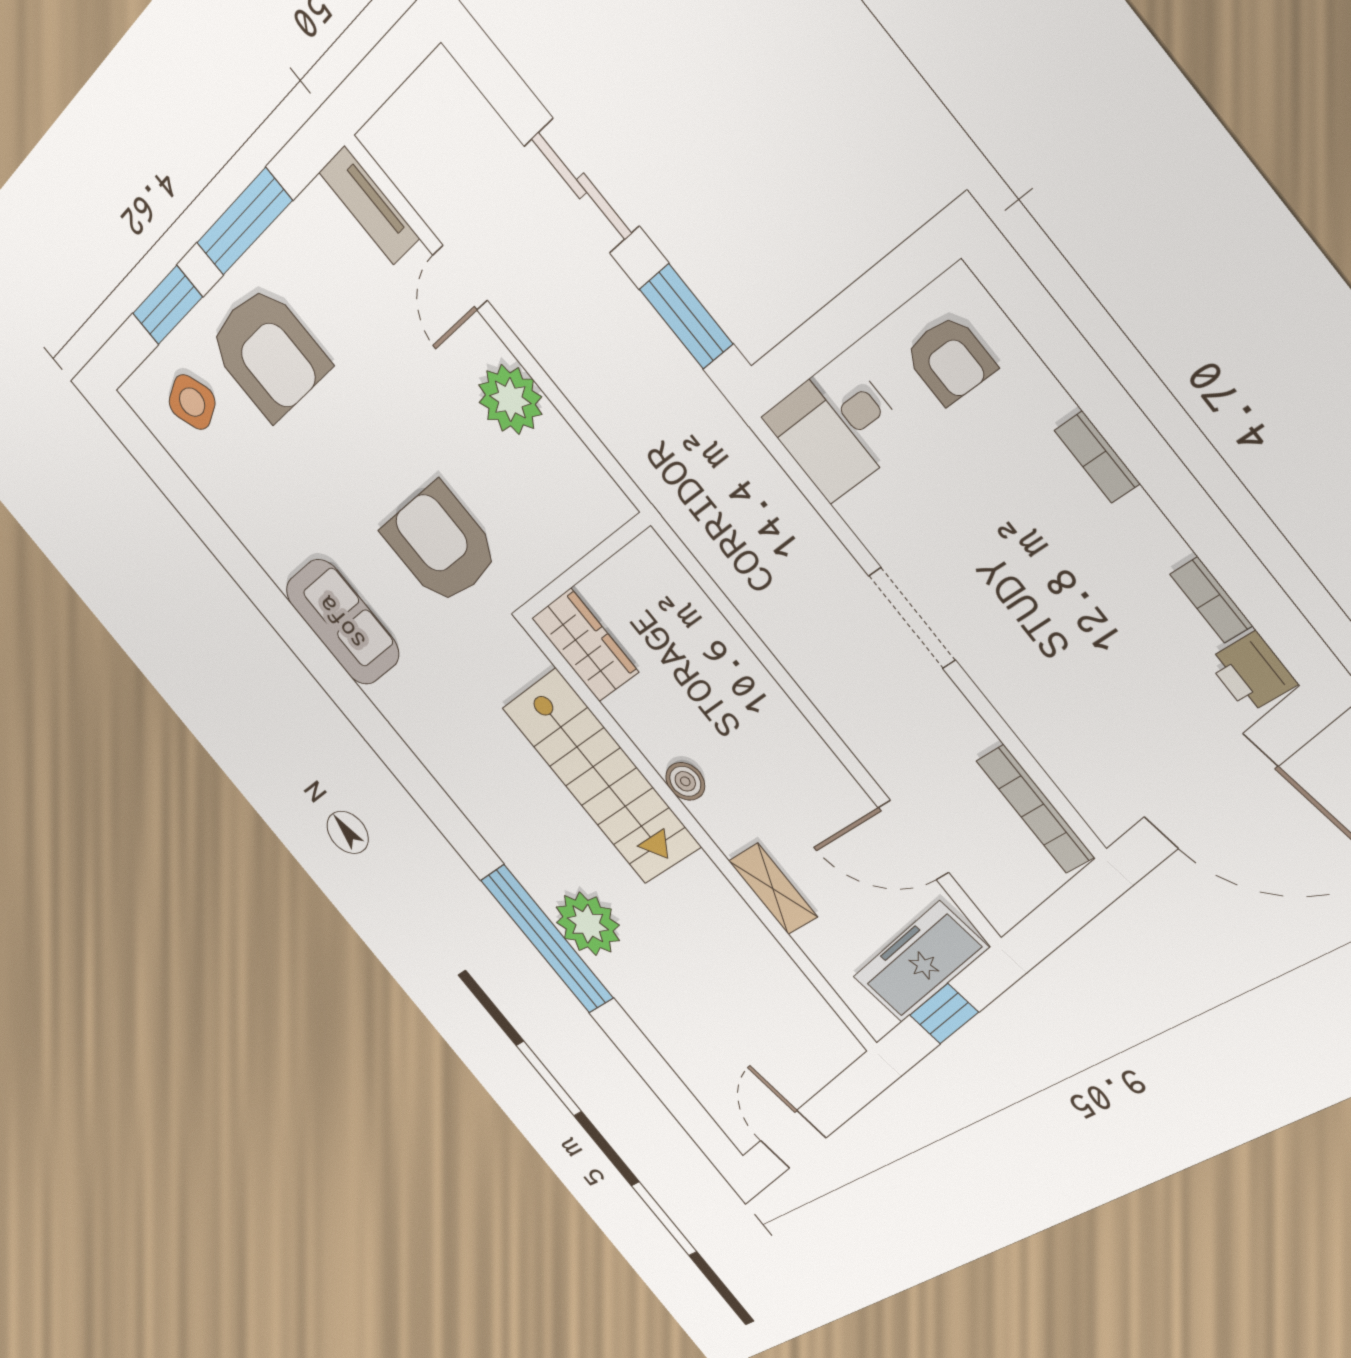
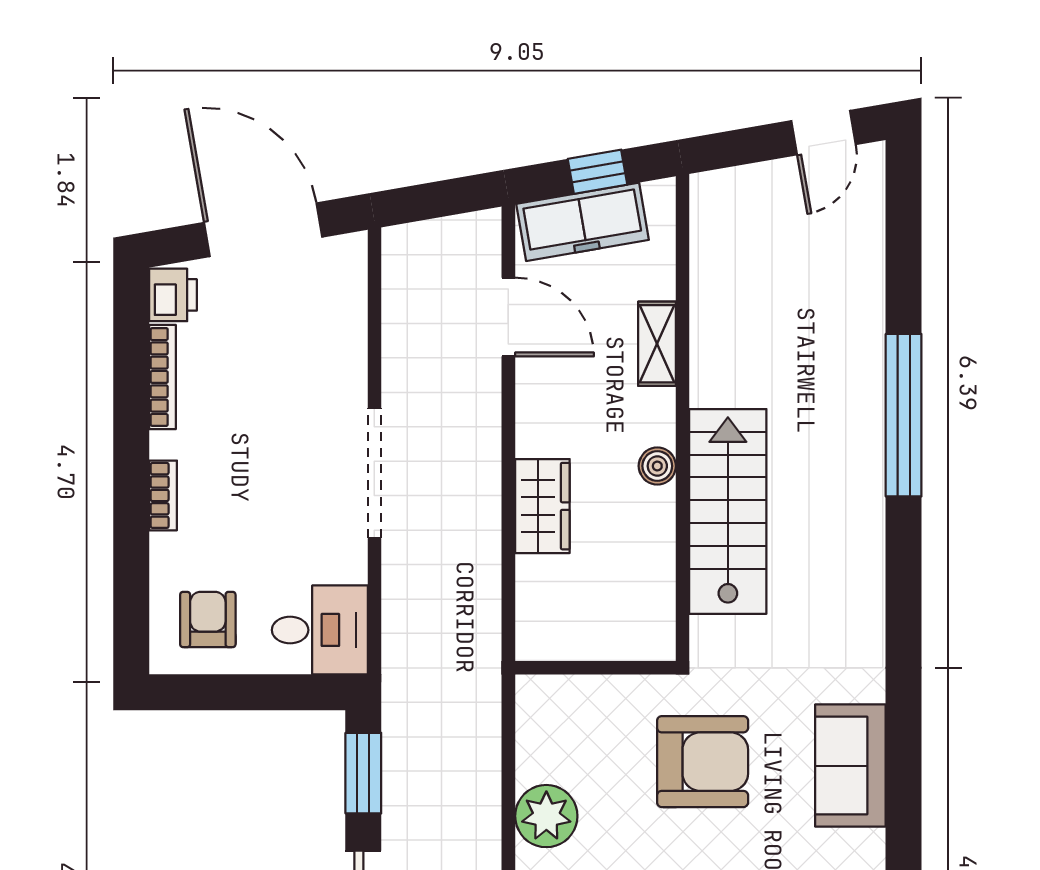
armchair: (441, 544) -> (703, 762), turned -90
bookcase: (1211, 600) -> (162, 377), width x1.56
doorway: (912, 618) -> (374, 473), width x1.36
wardrobe: (585, 645) -> (542, 506), moved, turned 180
bookcase: (1035, 809) -> (396, 288), removed
plant: (588, 924) -> (852, 406), removed

